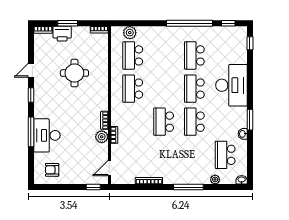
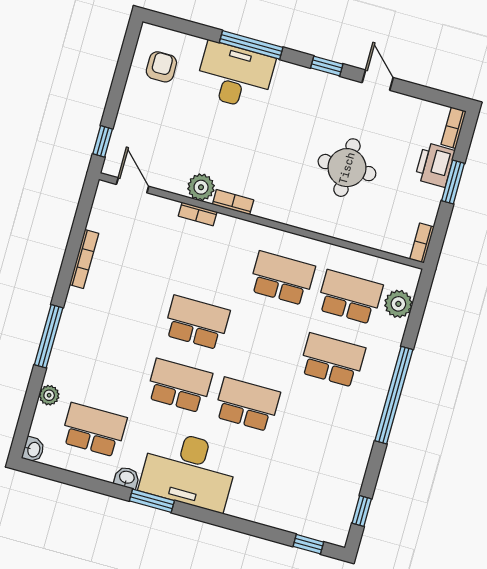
window: (189, 23) -> (394, 395), moved
school desk: (194, 55) -> (332, 360), moved
desk: (231, 85) -> (189, 470), moved

